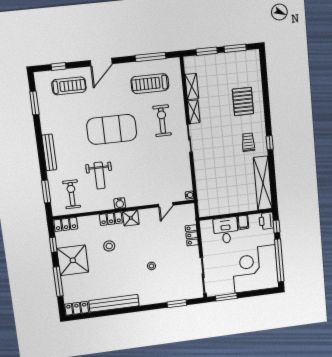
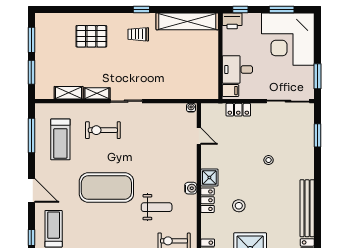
exercise mat: (112, 129) -> (106, 188), turned 90
filing cabinet: (243, 222) -> (230, 91), moved
window: (279, 261) -> (282, 9), width x0.47

